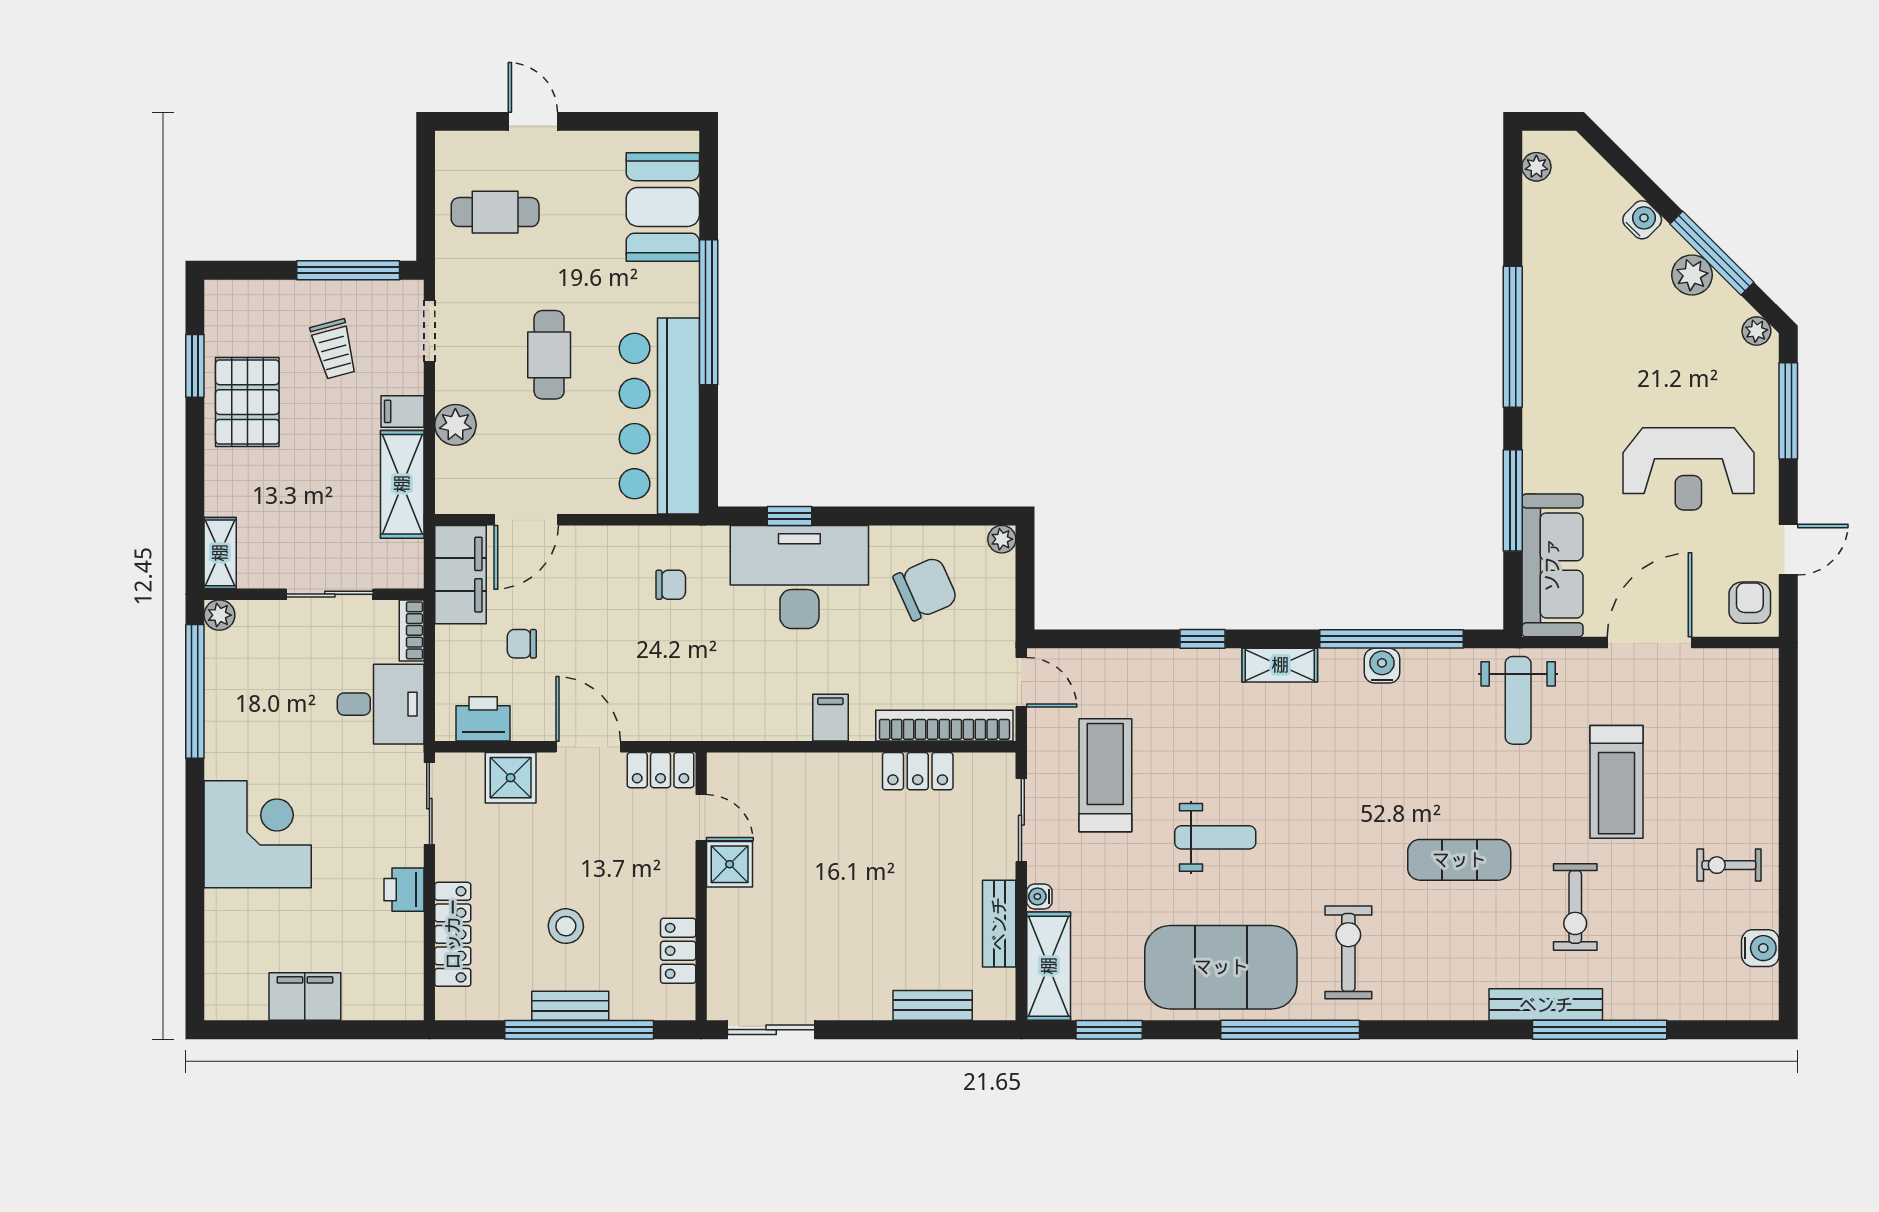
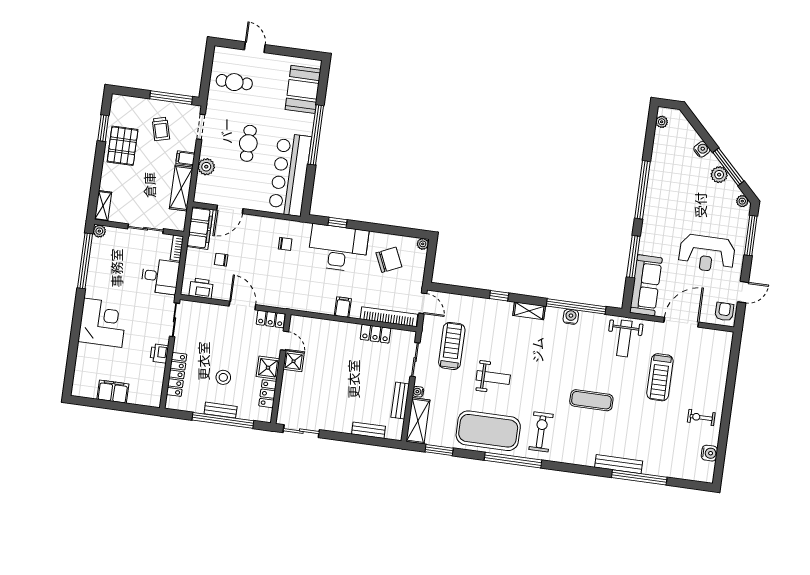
shower: (511, 778) -> (268, 368), moved
exercise bike: (1575, 907) -> (636, 426), removed

